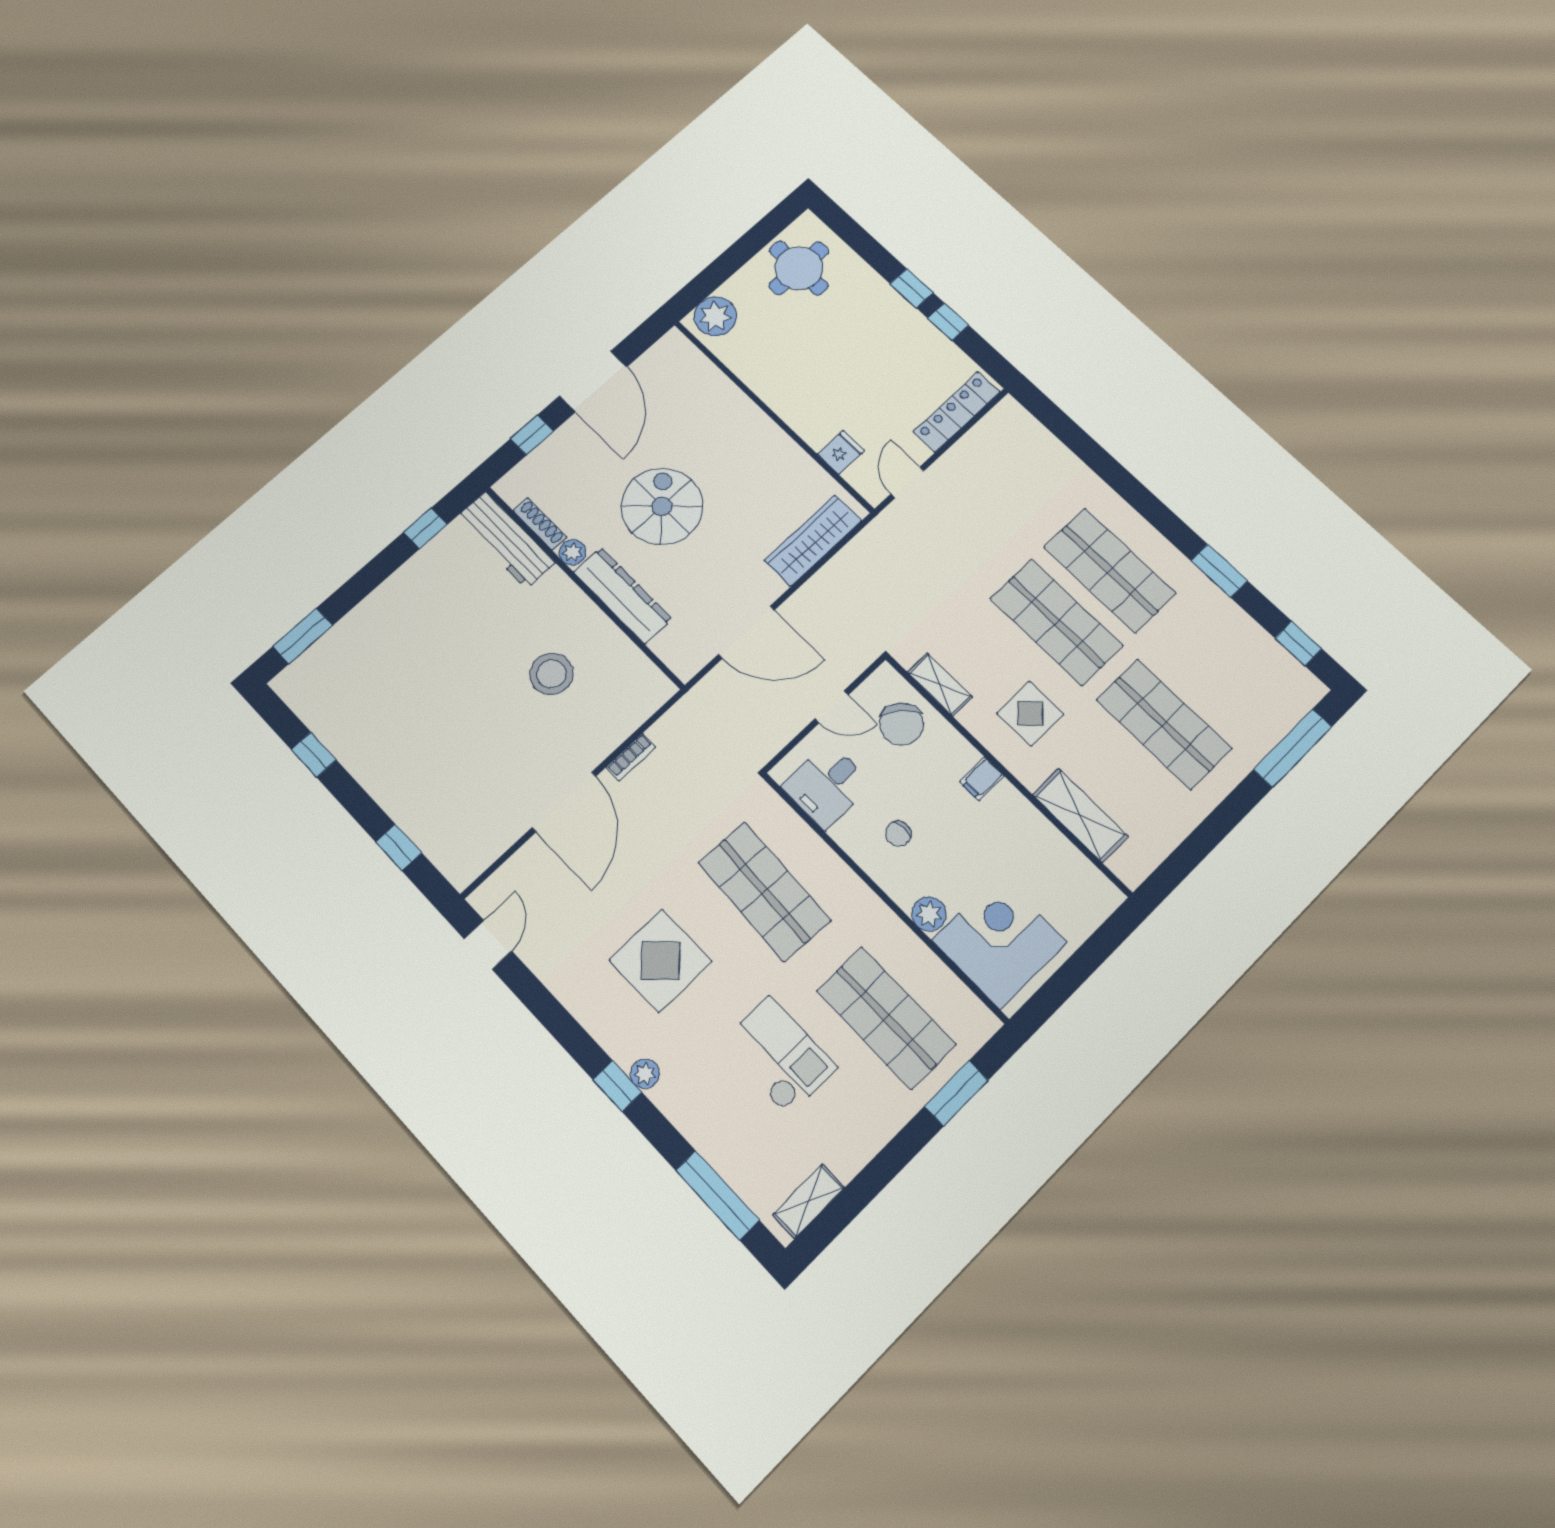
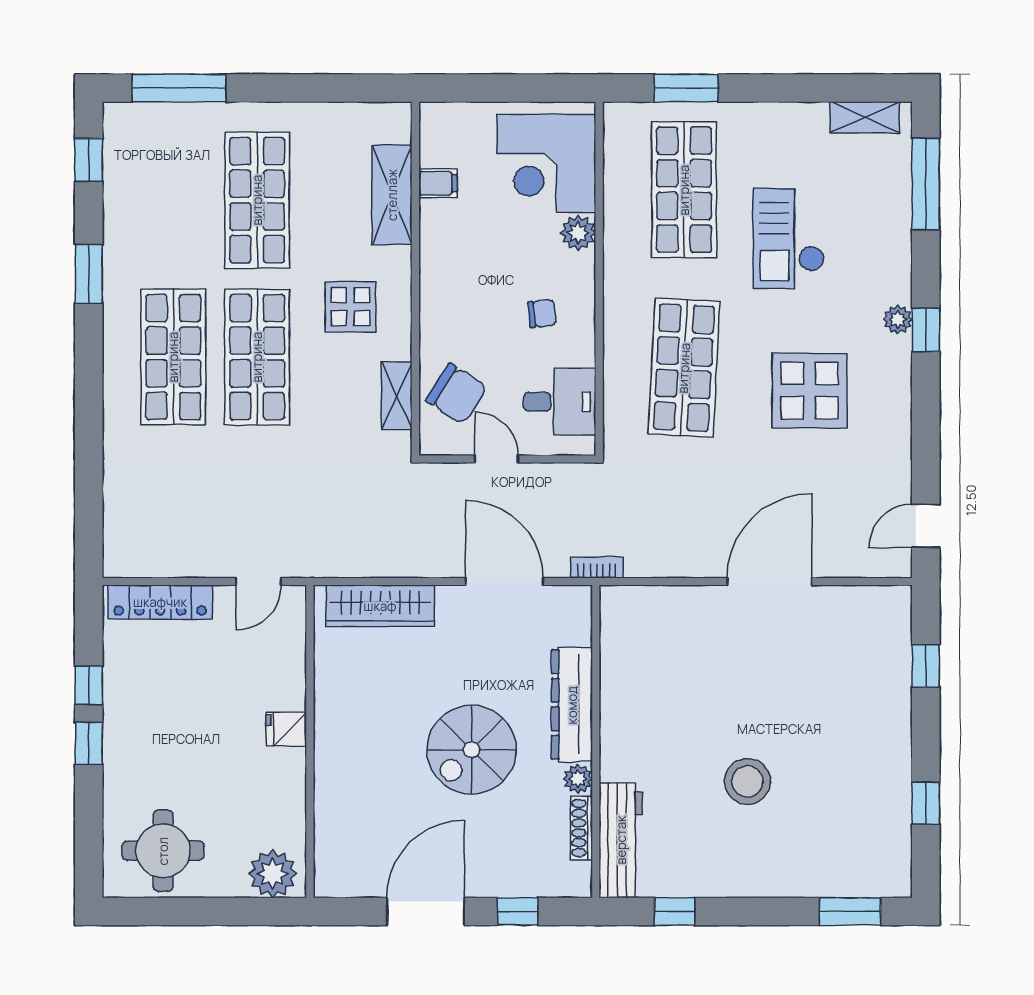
fridge: (841, 452) -> (286, 729), moved
stool: (551, 674) -> (747, 781), moved
chair: (902, 724) -> (456, 394), turned 80
bookcase: (631, 757) -> (597, 568), moved
filing cabinet: (982, 779) -> (438, 183), moved

